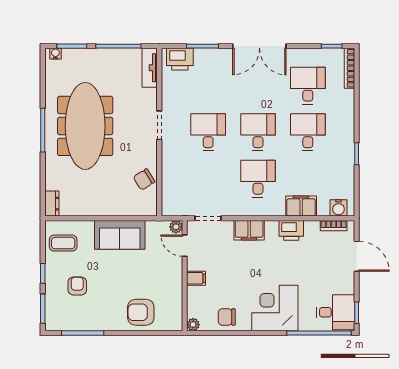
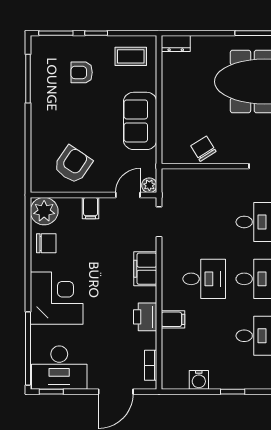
filing cabinet: (301, 206) -> (173, 319), width x0.50
water cooler: (339, 208) -> (199, 380), moved, turned -90
coffee table: (63, 243) -> (131, 56), turned 90
armchair: (77, 286) -> (82, 72), turned 180
armchair: (141, 312) -> (73, 165), moved, turned 34
desk: (336, 312) -> (59, 368), width x1.37
chair: (227, 317) -> (46, 243), turned 90
plant: (193, 325) -> (44, 211), width x1.88, depth x1.88

